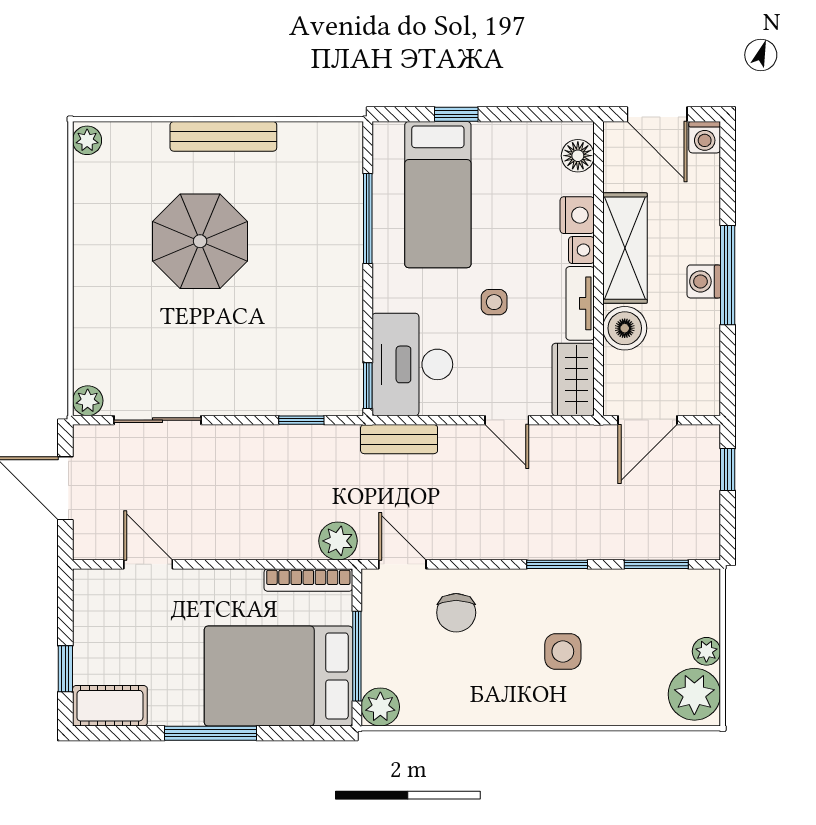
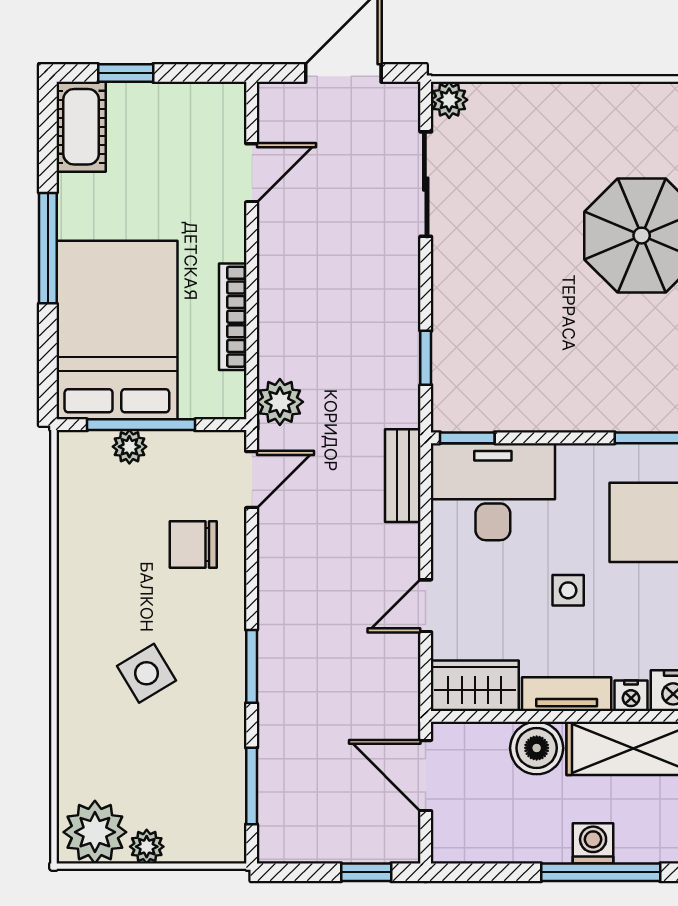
bookcase: (308, 580) -> (233, 317), moved
side table: (563, 651) -> (147, 673), turned -31
plant: (380, 707) -> (129, 447), moved, width x0.73, depth x0.73

